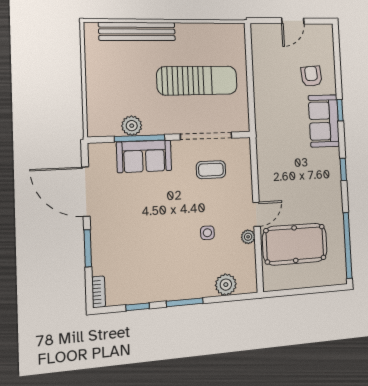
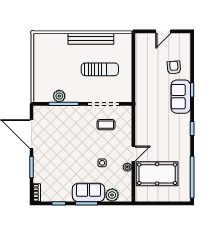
bench: (137, 31) -> (91, 39), moved
sun lounger: (197, 81) -> (100, 69), width x0.73, depth x0.75
sofa: (144, 156) -> (88, 192), moved, turned 180

